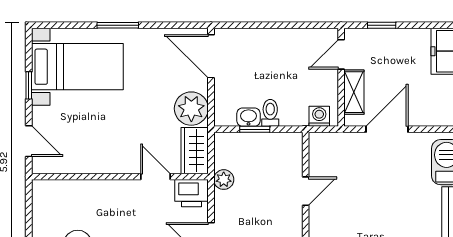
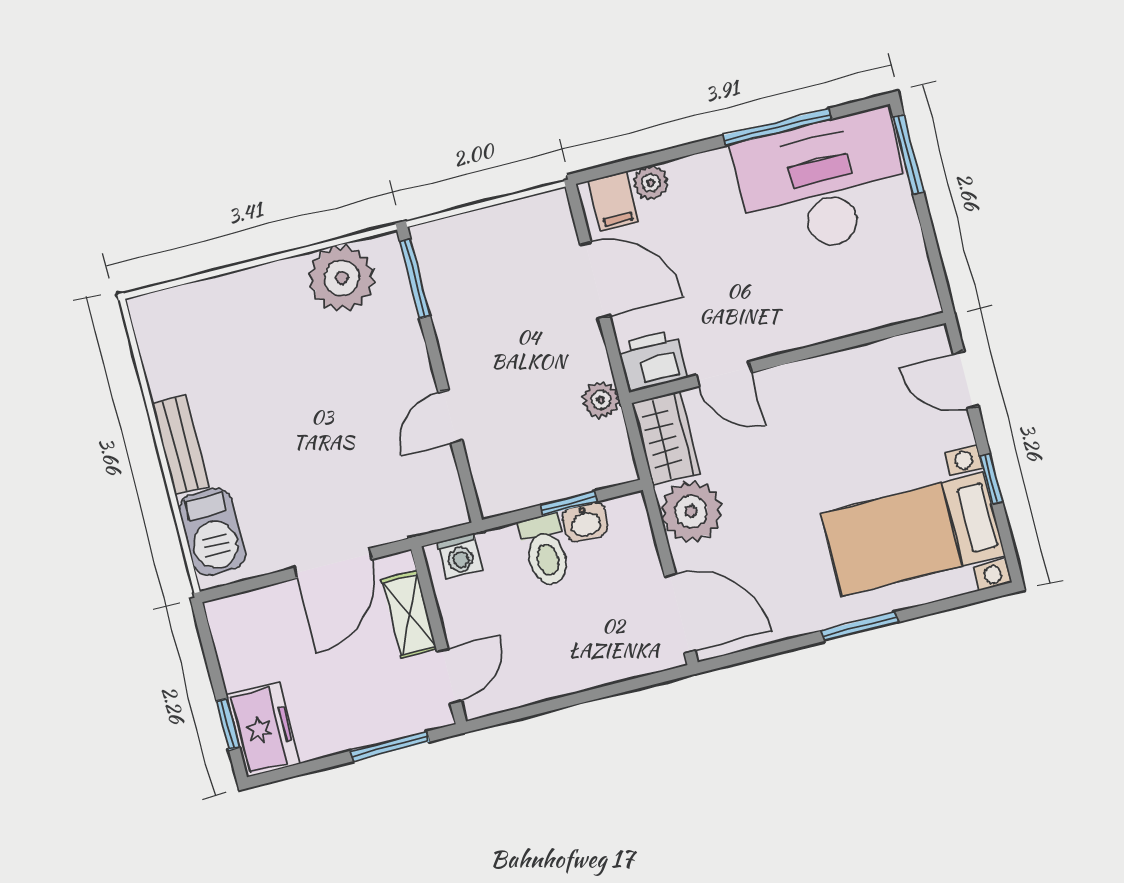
window: (382, 25) -> (390, 746), width x1.50
toilet: (270, 113) -> (545, 550), width x1.37, depth x1.39

